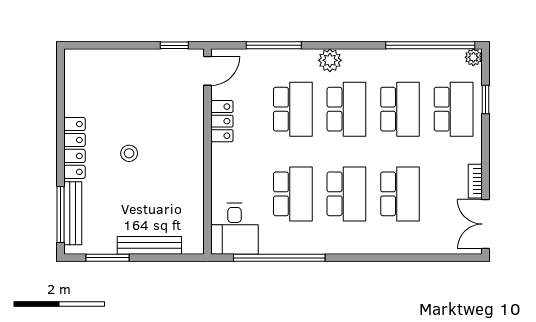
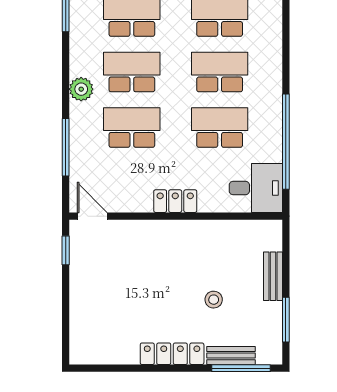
locker: (222, 121) -> (175, 201), moved
stool: (129, 153) -> (214, 300), moved
bench: (73, 213) -> (231, 356), width x0.73
bench: (149, 245) -> (273, 276), width x0.73

